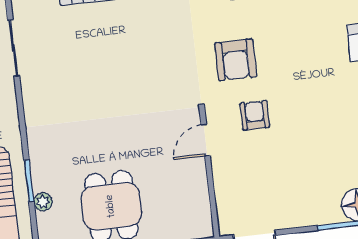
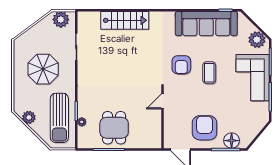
coffee table: (295, 70) -> (209, 73), added
armchair: (255, 115) -> (205, 128), moved, width x1.88, depth x1.88

